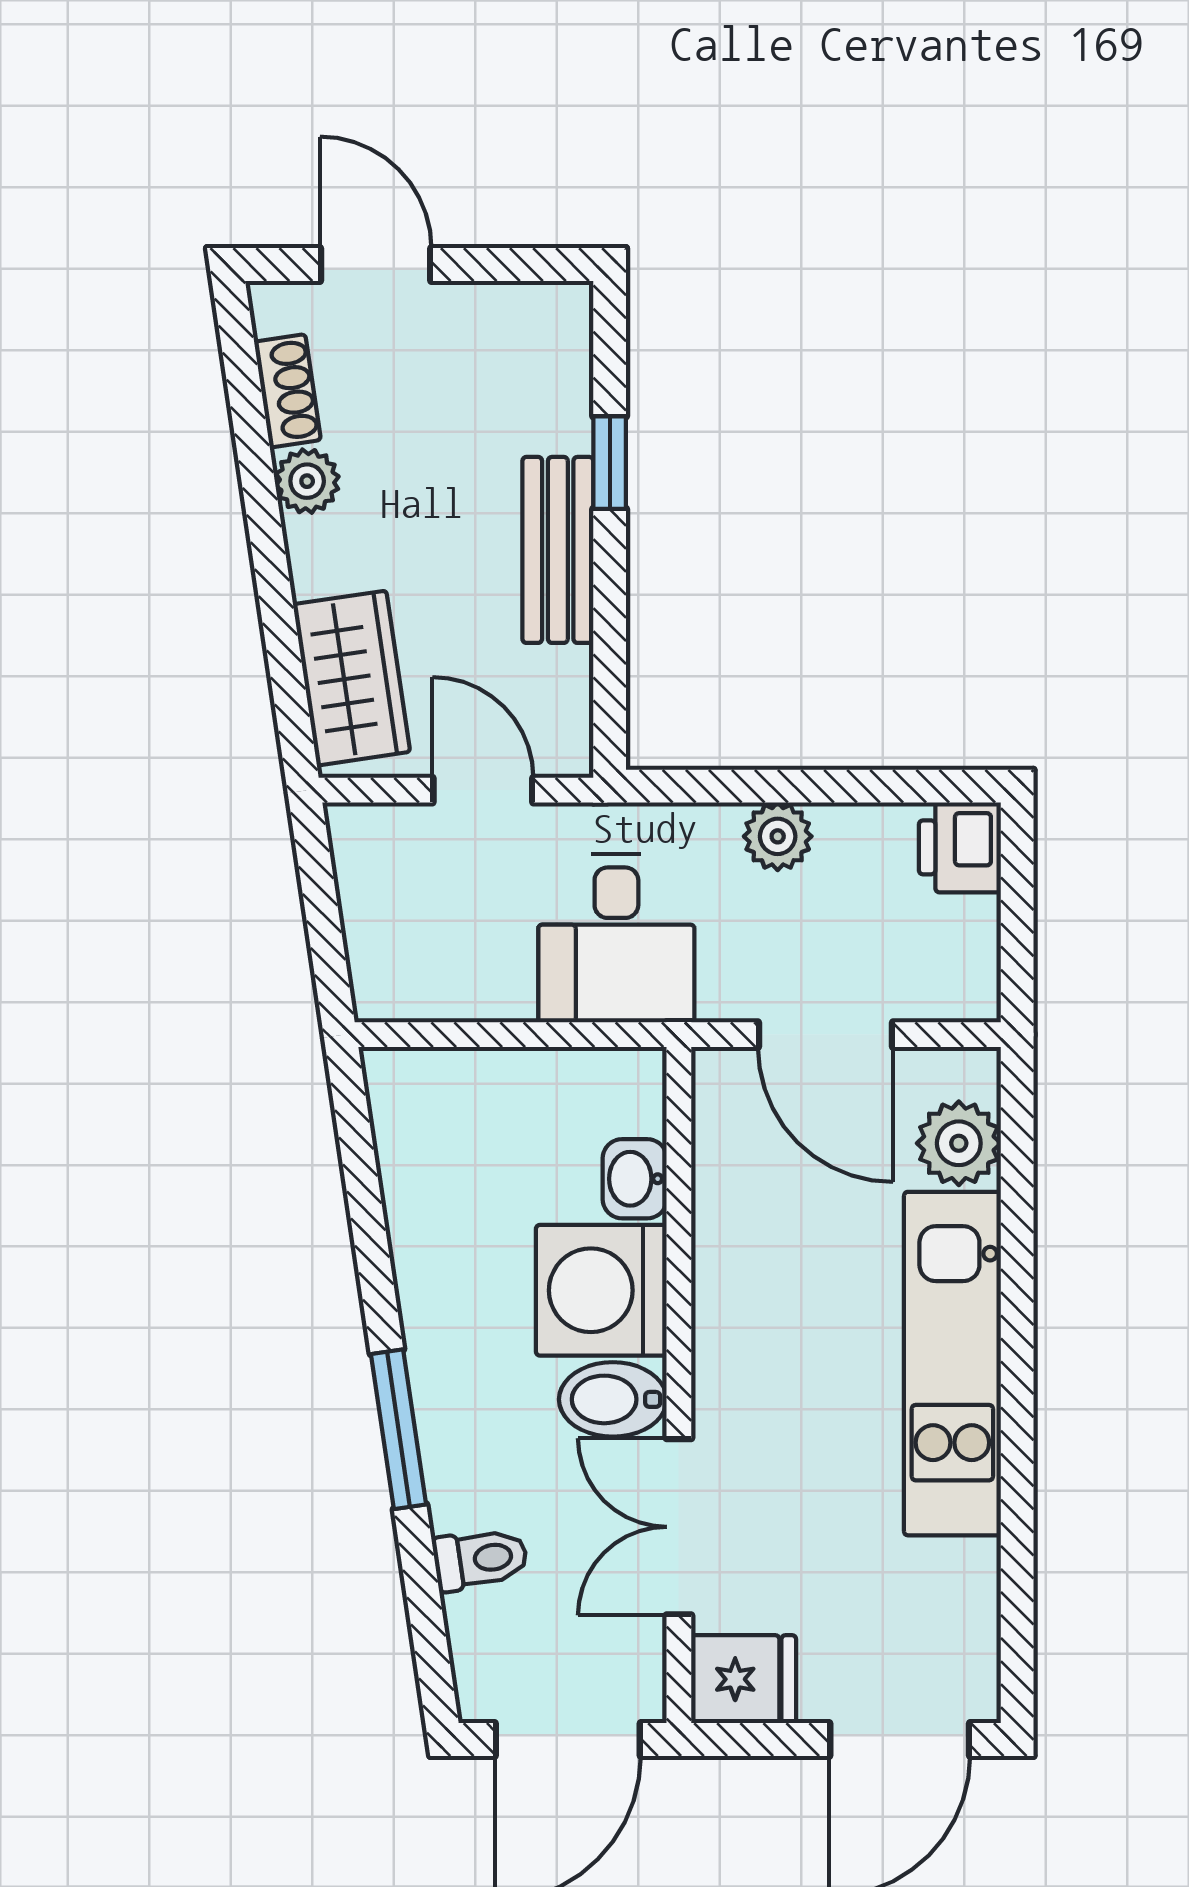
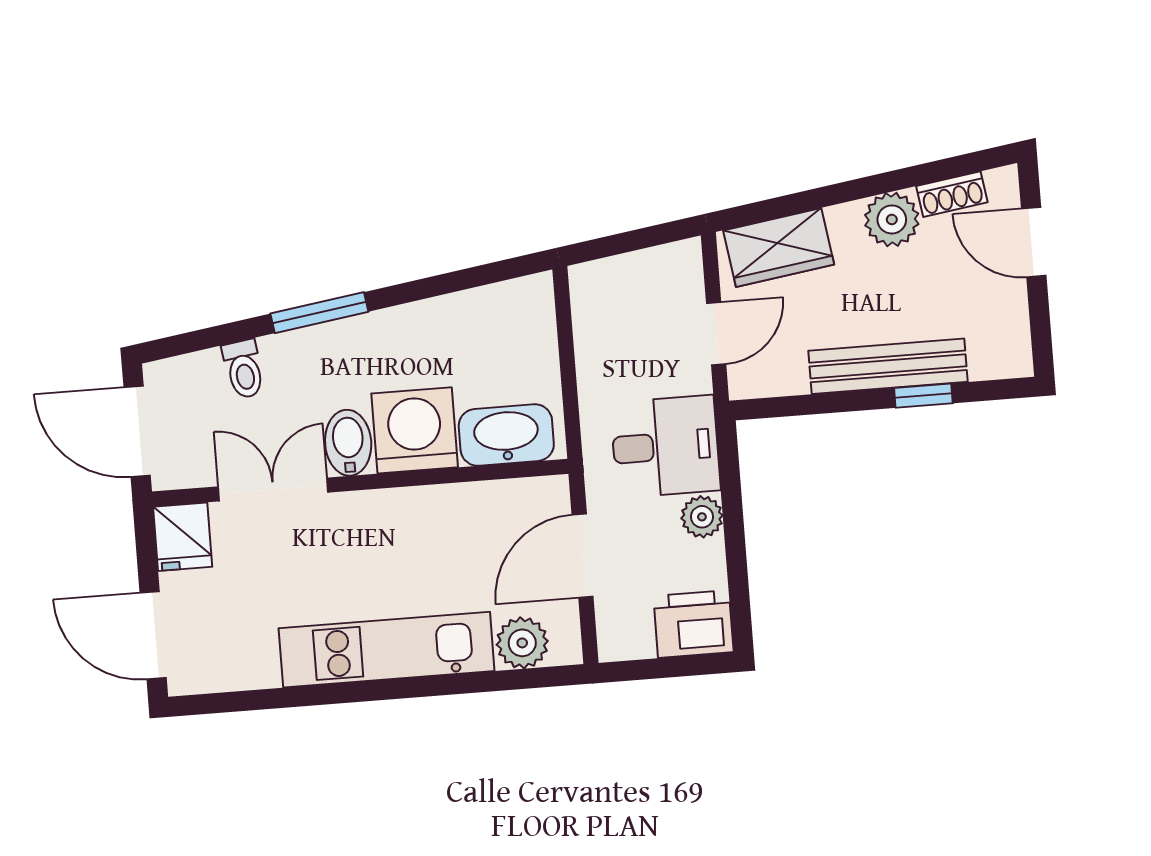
door: (376, 265) -> (1034, 242), swing flipped
plant: (307, 481) -> (892, 219), width x1.38, depth x1.38
bench: (558, 550) -> (888, 366), width x1.36
printer: (960, 847) -> (693, 624), width x1.36, depth x1.24
desk: (616, 938) -> (665, 446), moved, turned 180
washbasin: (635, 1179) -> (506, 435), width x1.91, depth x1.45

